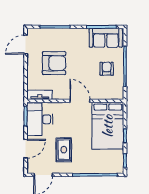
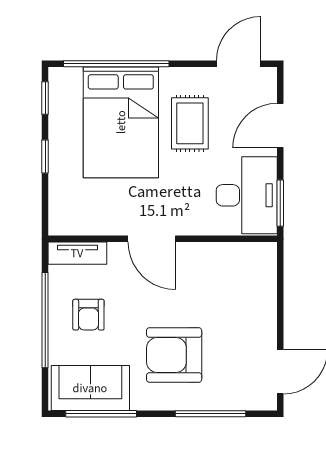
armchair: (54, 63) -> (174, 355), moved
tv unit: (40, 95) -> (77, 253), moved
bed: (108, 126) -> (121, 122), moved, turned 180

